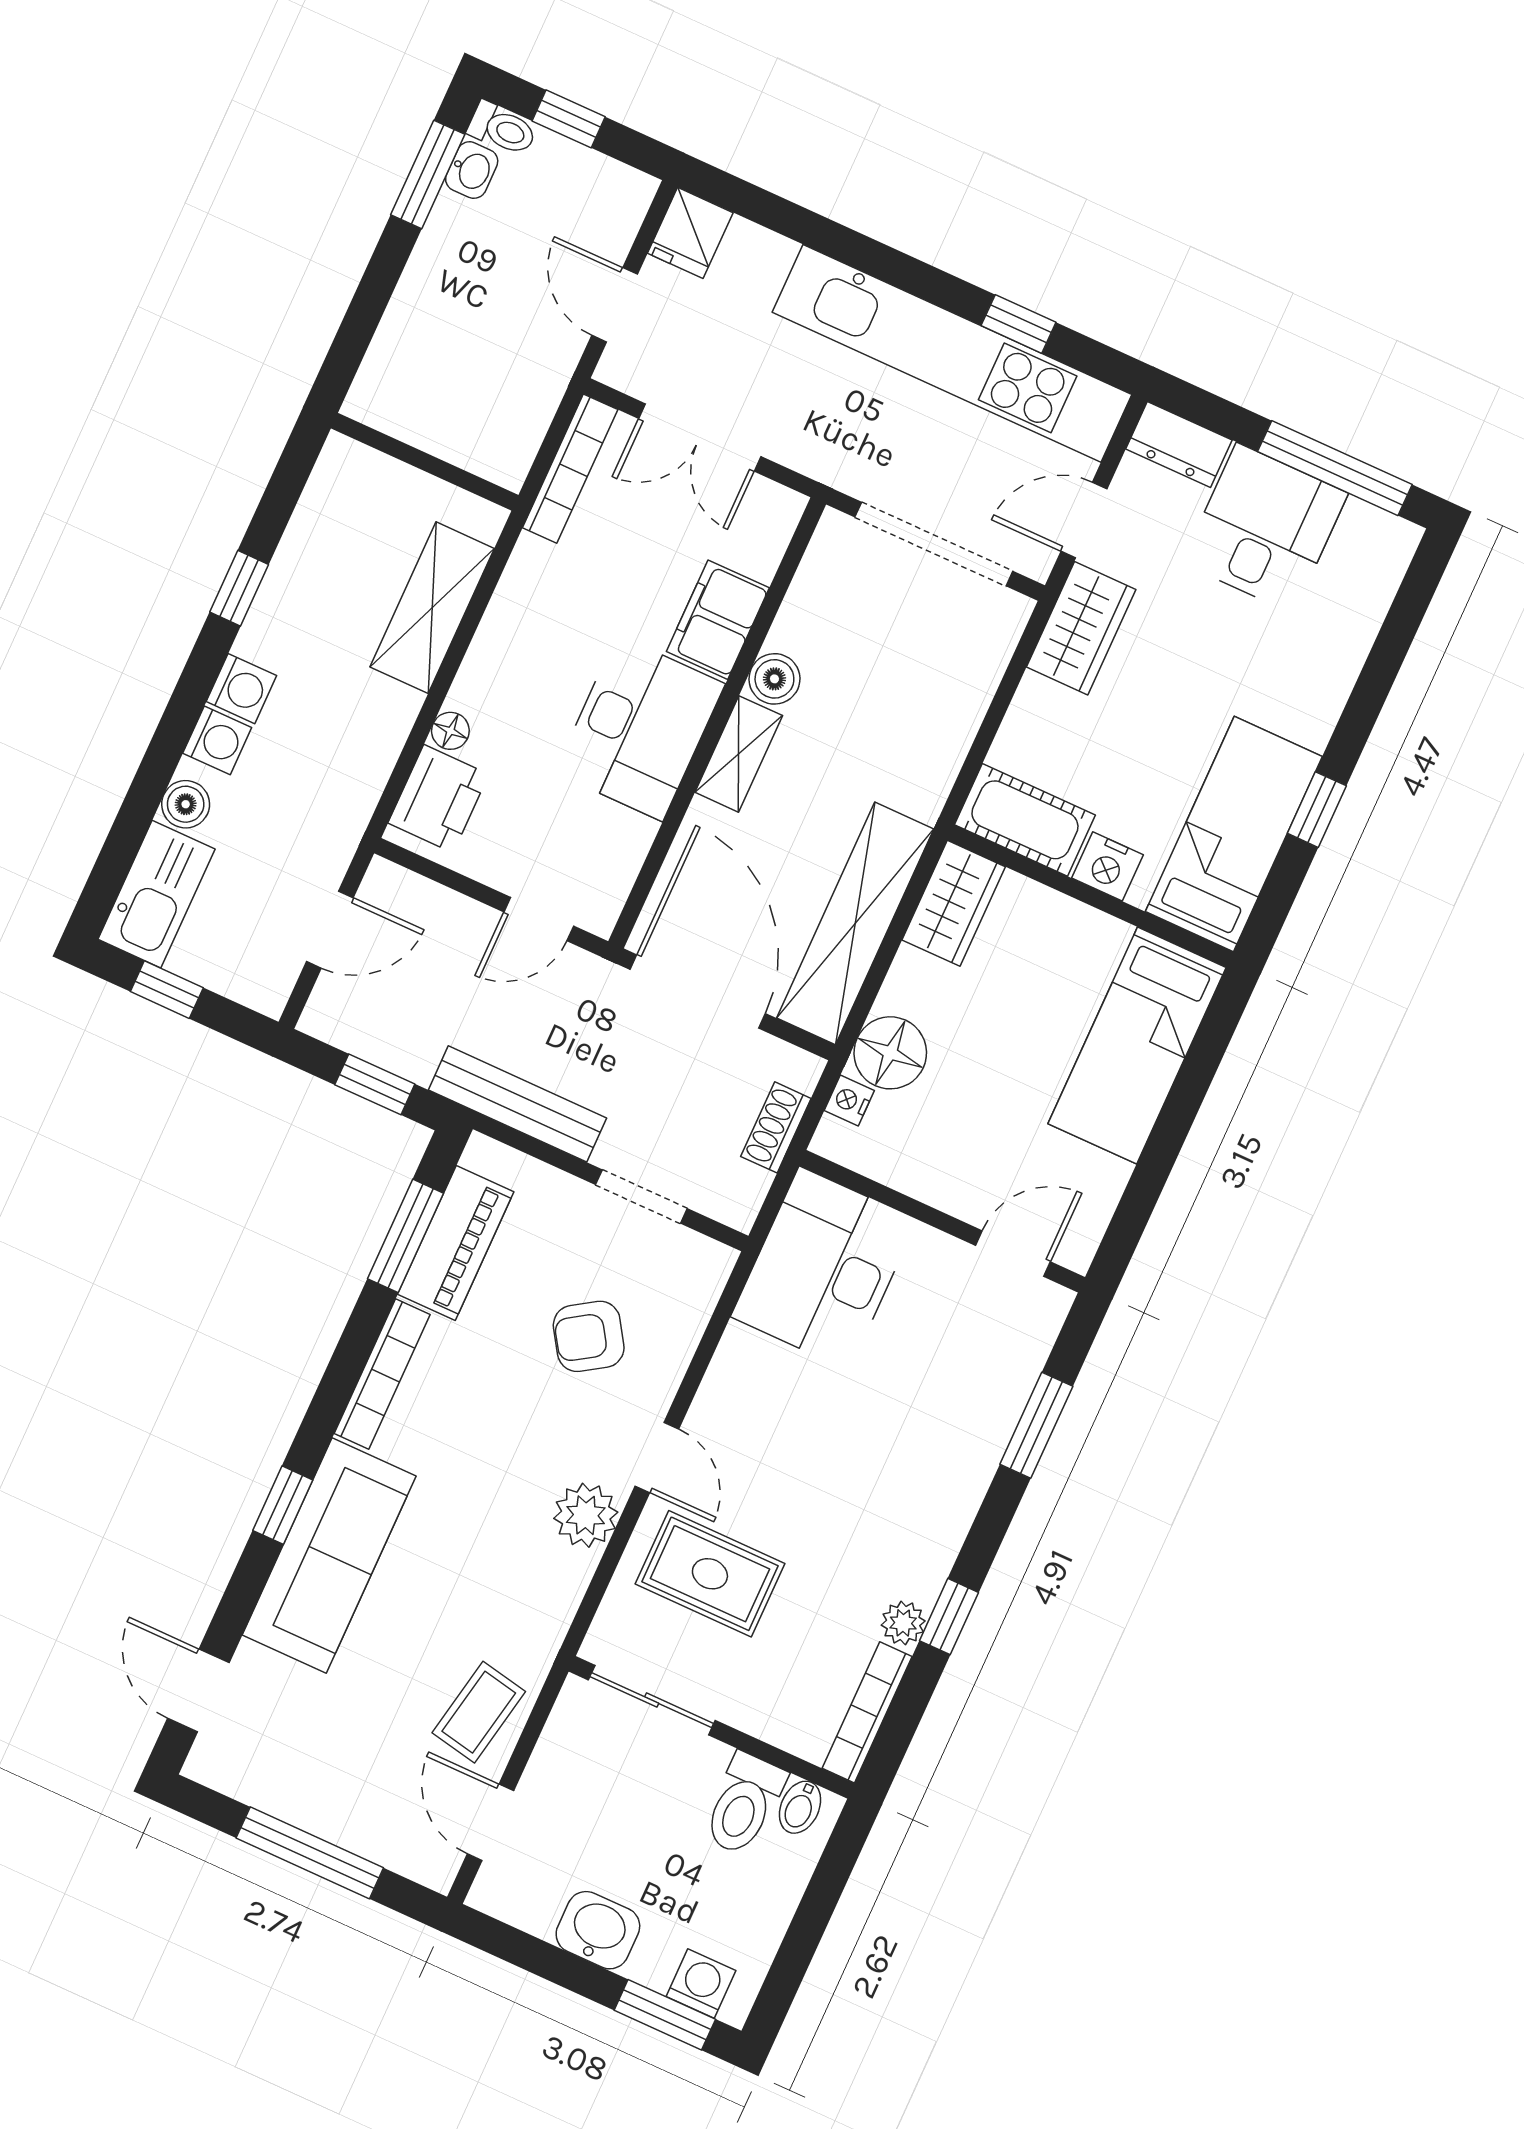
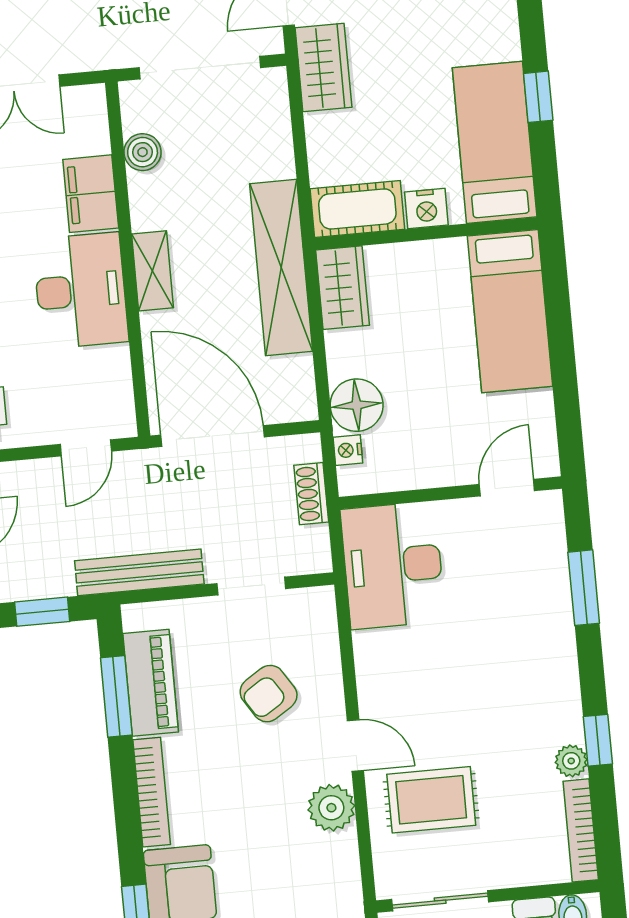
boiler: (774, 679) -> (143, 152), moved
shelving: (855, 923) -> (281, 268), moved

